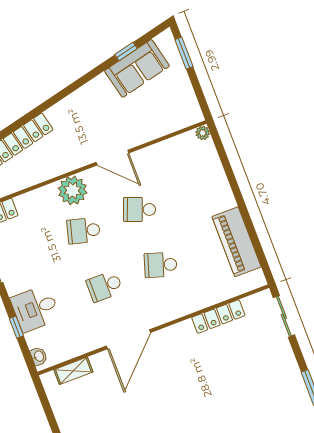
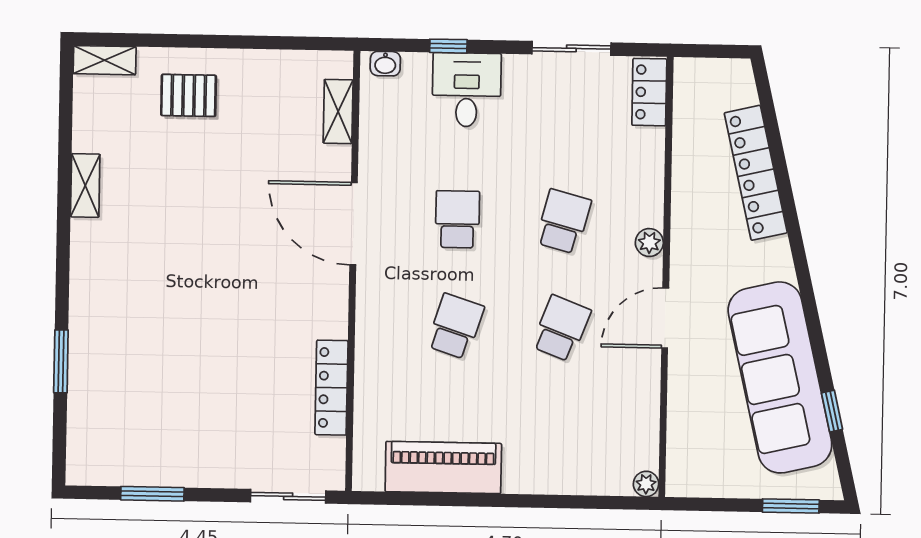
sofa: (137, 68) -> (780, 377), width x1.85, depth x1.27
plant: (73, 190) -> (649, 243), width x0.53, depth x0.53

